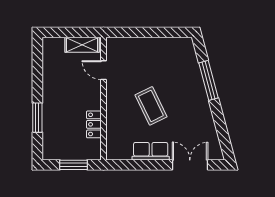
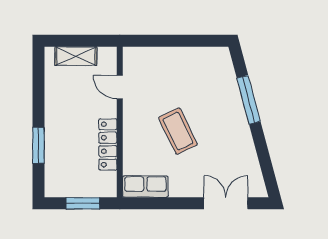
shelving: (82, 45) -> (76, 56), moved
locker: (94, 124) -> (108, 144), width x1.53
row of seats: (151, 151) -> (145, 187), moved

